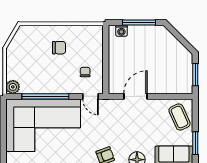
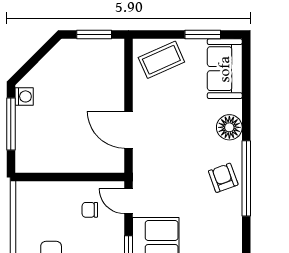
washing machine: (121, 31) -> (24, 96), moved
door: (91, 96) -> (129, 201), swing flipped

